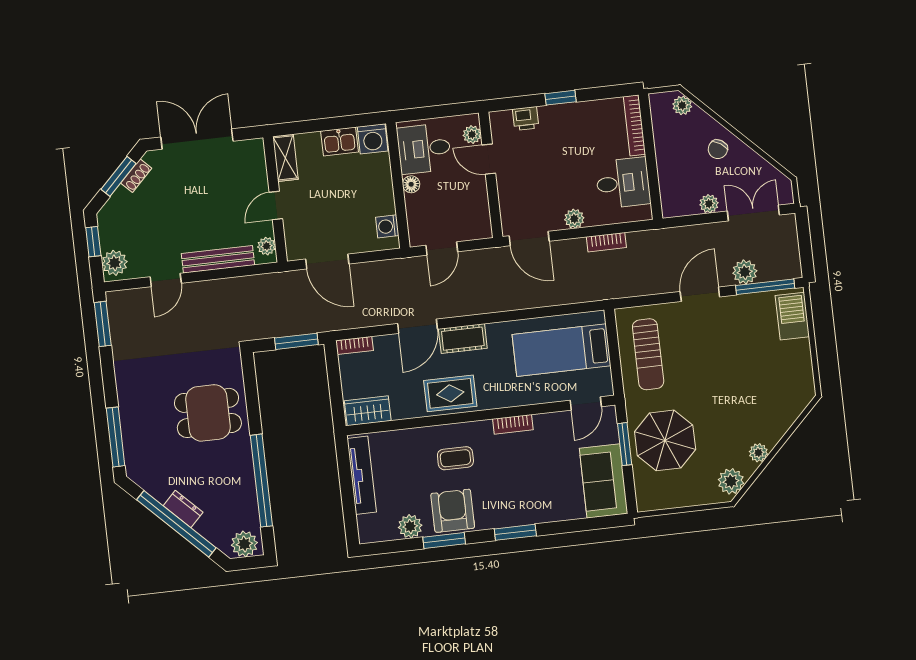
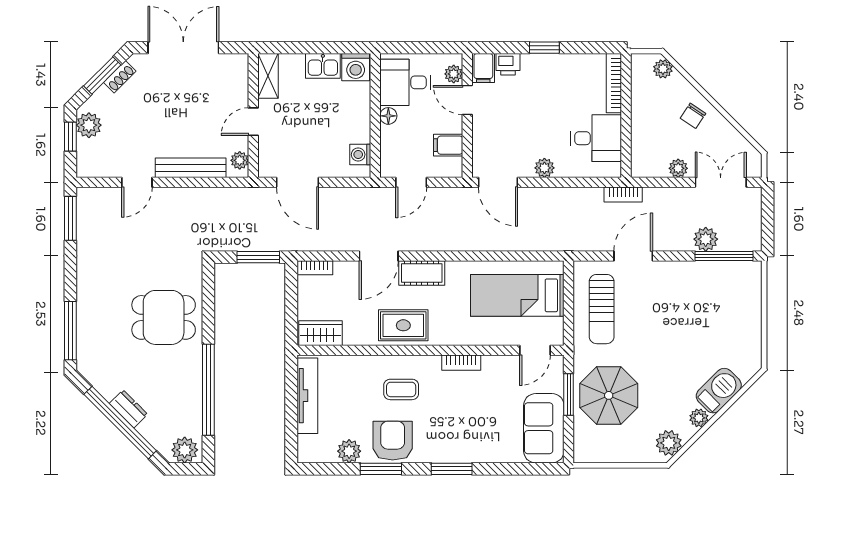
filing cabinet: (501, 125) -> (483, 68), added
filing cabinet: (475, 207) -> (448, 145), added
bookcase: (606, 242) -> (623, 194), moved
plant: (115, 263) -> (89, 125), moved
door: (700, 294) -> (633, 256), moved
barbecue: (792, 316) -> (719, 391), moved, turned 45

